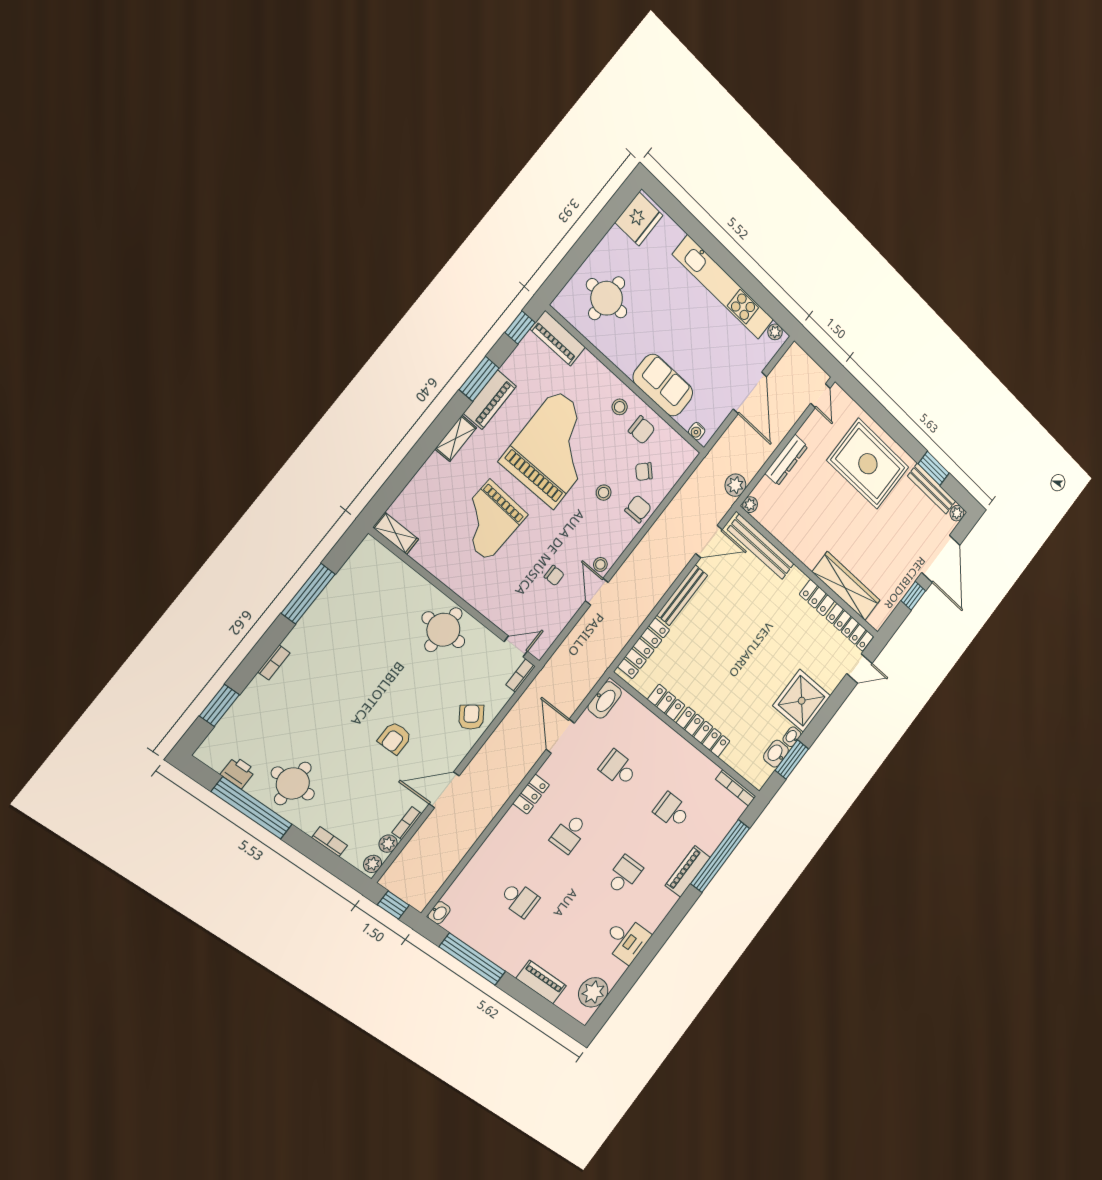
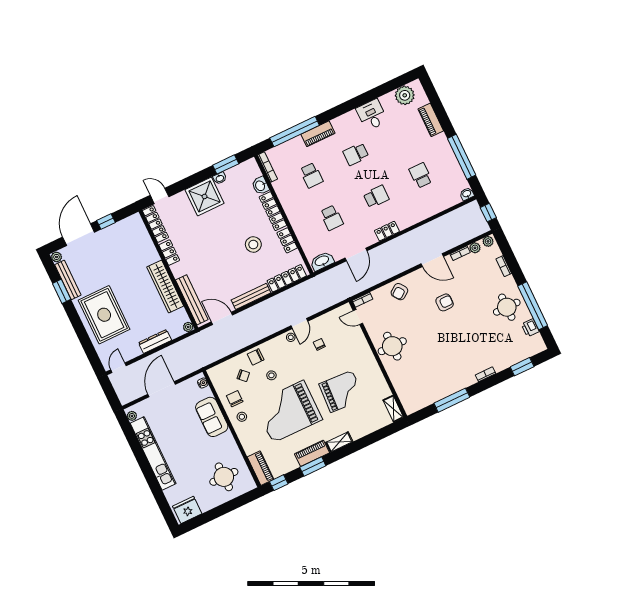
plant: (735, 485) -> (192, 342), removed
wardrobe: (846, 586) -> (165, 286), moved
stool: (710, 671) -> (253, 244), added
washbasin: (776, 754) -> (260, 186), moved, turned 90

